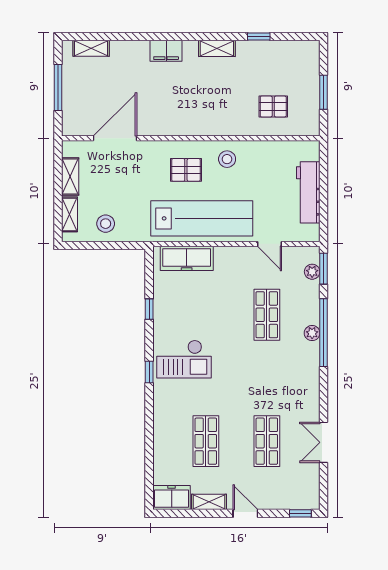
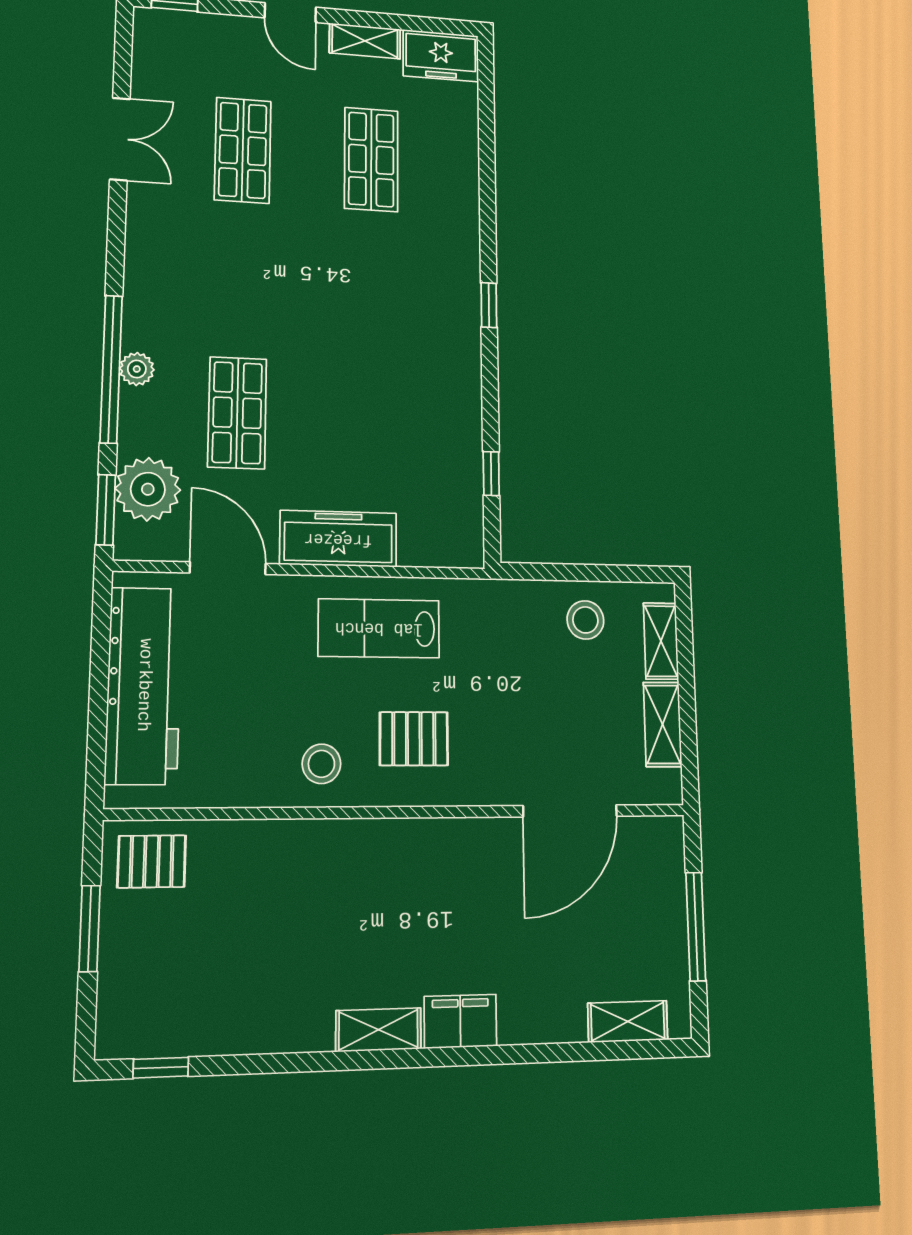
window: (259, 37) -> (161, 1068), moved
shelving: (217, 48) -> (378, 1030), moved
pallet: (273, 106) -> (152, 861), moved
workbench: (308, 192) -> (144, 685), width x1.36, depth x1.32
lab bench: (202, 218) -> (379, 628), width x0.54, depth x0.72
door: (269, 244) -> (228, 568), width x1.38
freezer: (187, 258) -> (338, 539), moved
plant: (312, 272) -> (148, 489), width x1.87, depth x1.87
window: (149, 309) -> (491, 474), moved
checkout: (184, 359) -> (417, 327), removed

